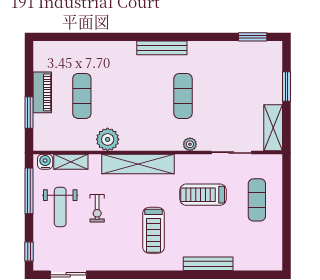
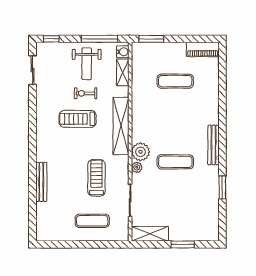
window: (253, 37) -> (222, 187), moved
piano: (42, 92) -> (203, 49), moved
window: (29, 113) -> (151, 39), moved
plant: (108, 139) -> (141, 152), moved
weight bench: (60, 207) -> (87, 64), turned -90
treadmill: (154, 230) -> (78, 119), moved

